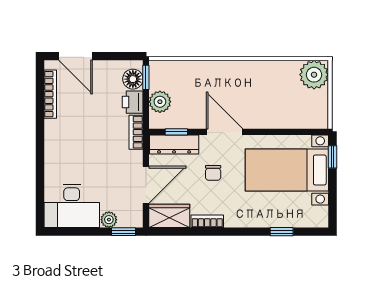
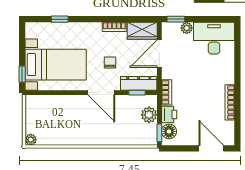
plant: (314, 75) -> (31, 140), width x0.53, depth x0.53
bookcase: (50, 94) -> (230, 102), moved

